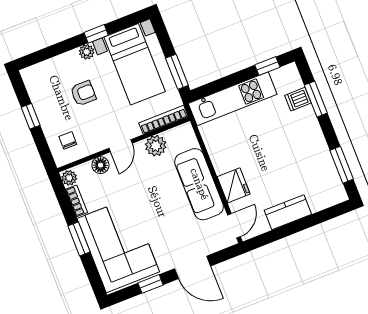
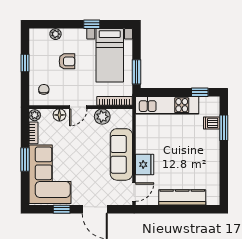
plant: (87, 52) -> (56, 34), moved
window: (342, 165) -> (224, 179), removed
kitchen counter: (288, 212) -> (182, 197), width x1.50

